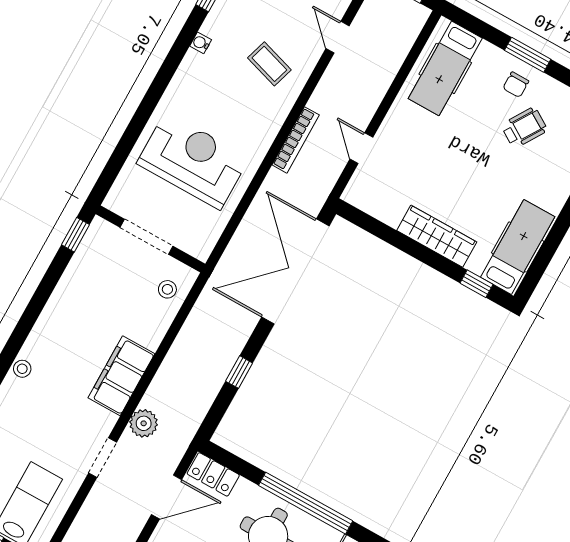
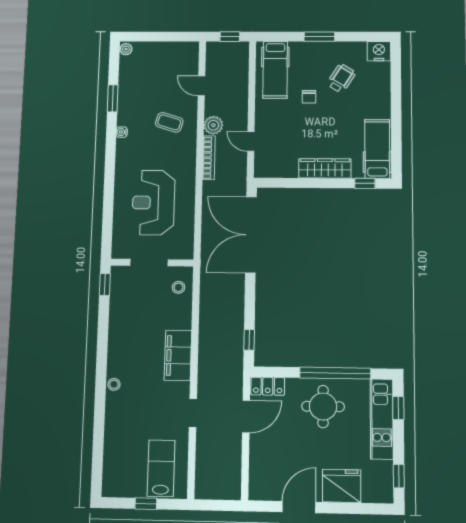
chair: (516, 85) -> (309, 97), moved
reception desk: (193, 161) -> (153, 203), turned -90
window: (239, 372) -> (249, 340), moved
plant: (144, 423) -> (213, 125), moved

